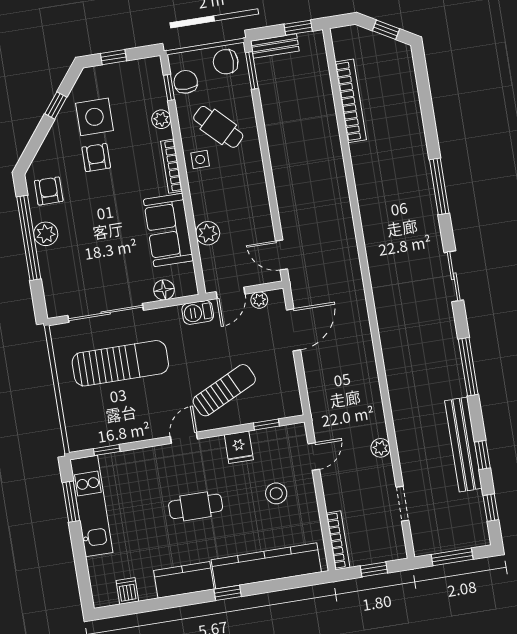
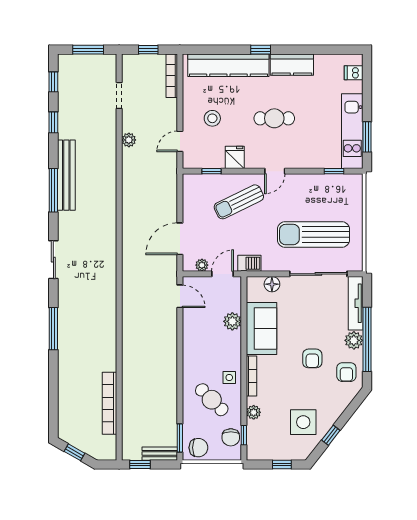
armchair: (96, 158) -> (312, 358), moved
tv unit: (51, 283) -> (356, 303), added
bench: (463, 444) -> (66, 175), moved
dishwasher: (127, 591) -> (354, 73), moved, turned 90

